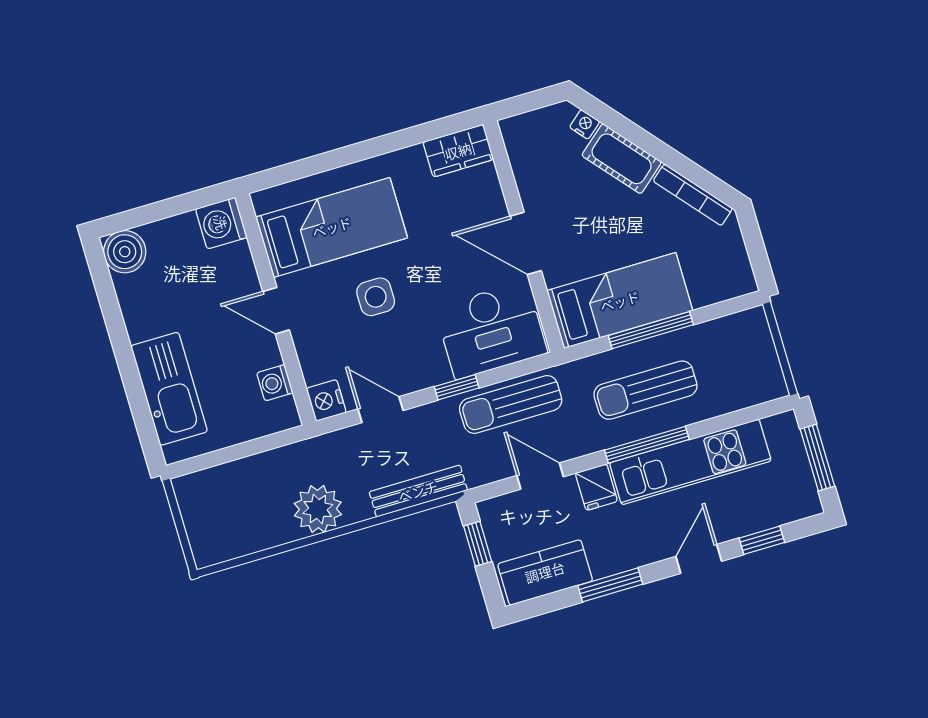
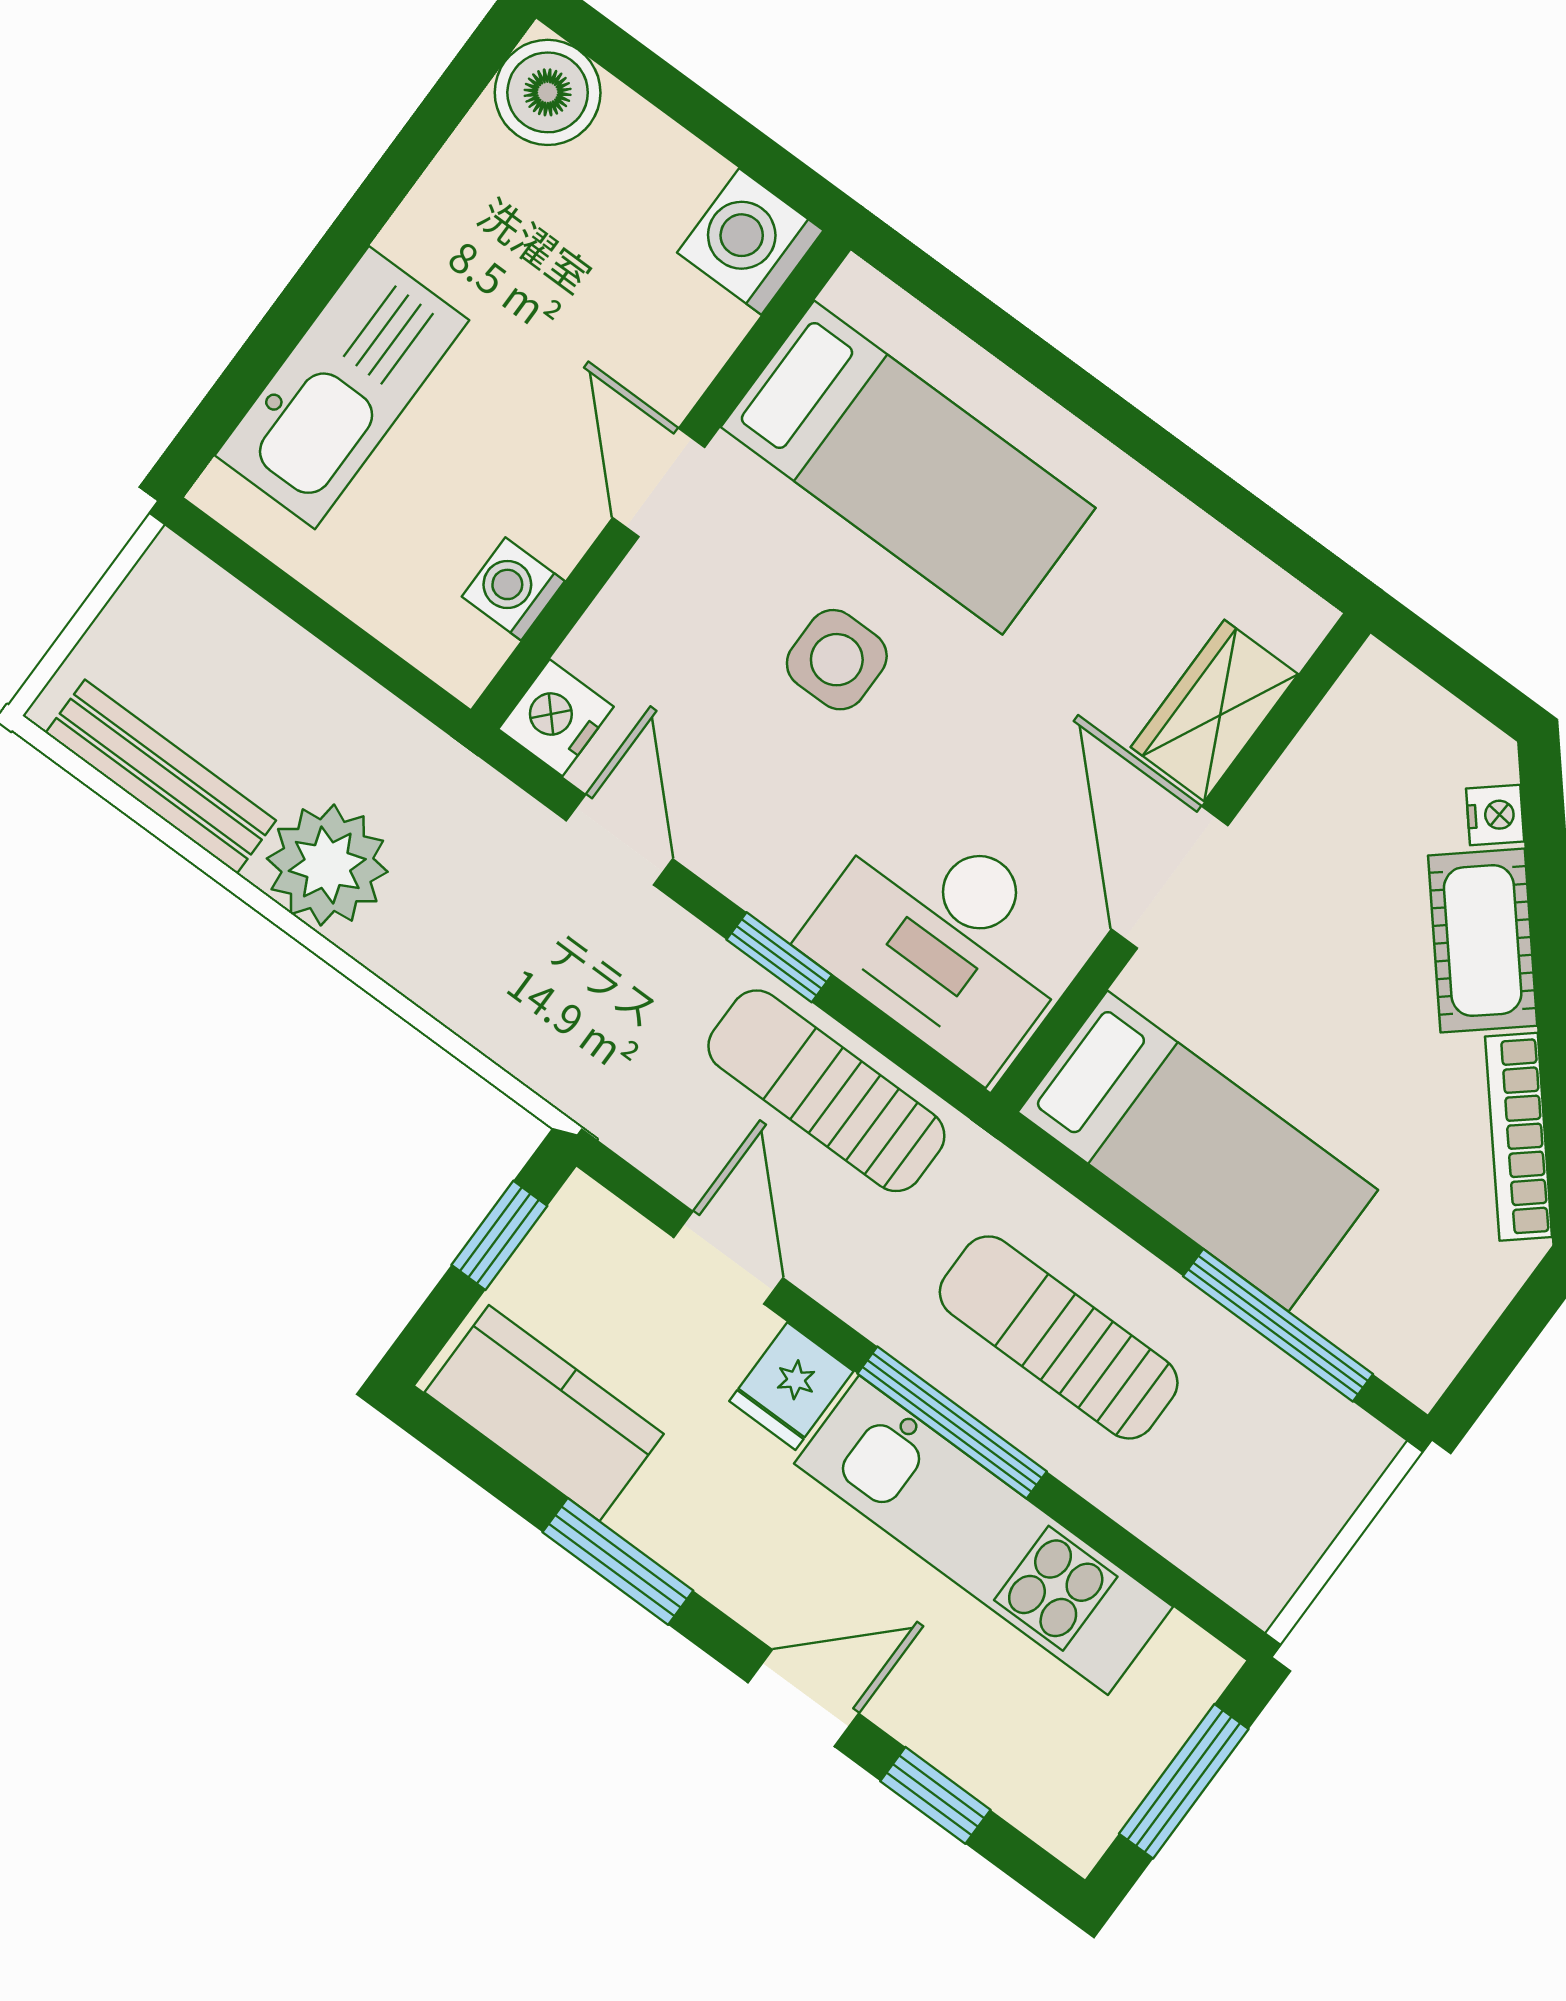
wardrobe: (458, 151) -> (1214, 711), moved, turned 90
window: (651, 330) -> (1278, 1325), moved
bench: (418, 491) -> (161, 777), moved

